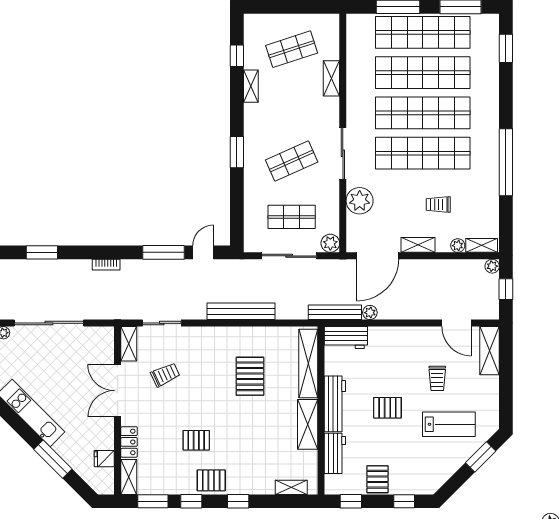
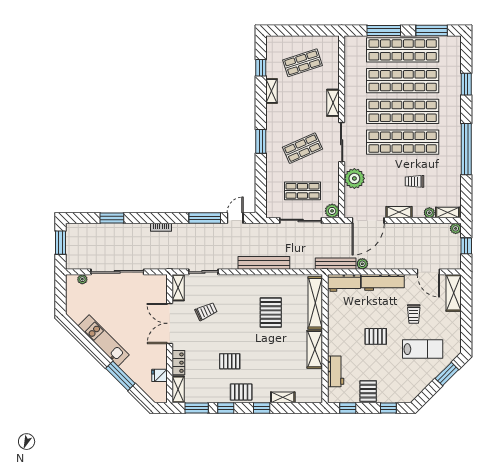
window: (506, 48) -> (466, 84), moved
shelving: (331, 78) -> (333, 103), moved
workbench: (335, 404) -> (383, 282), moved, turned 90
shelving: (291, 487) -> (283, 397), moved

